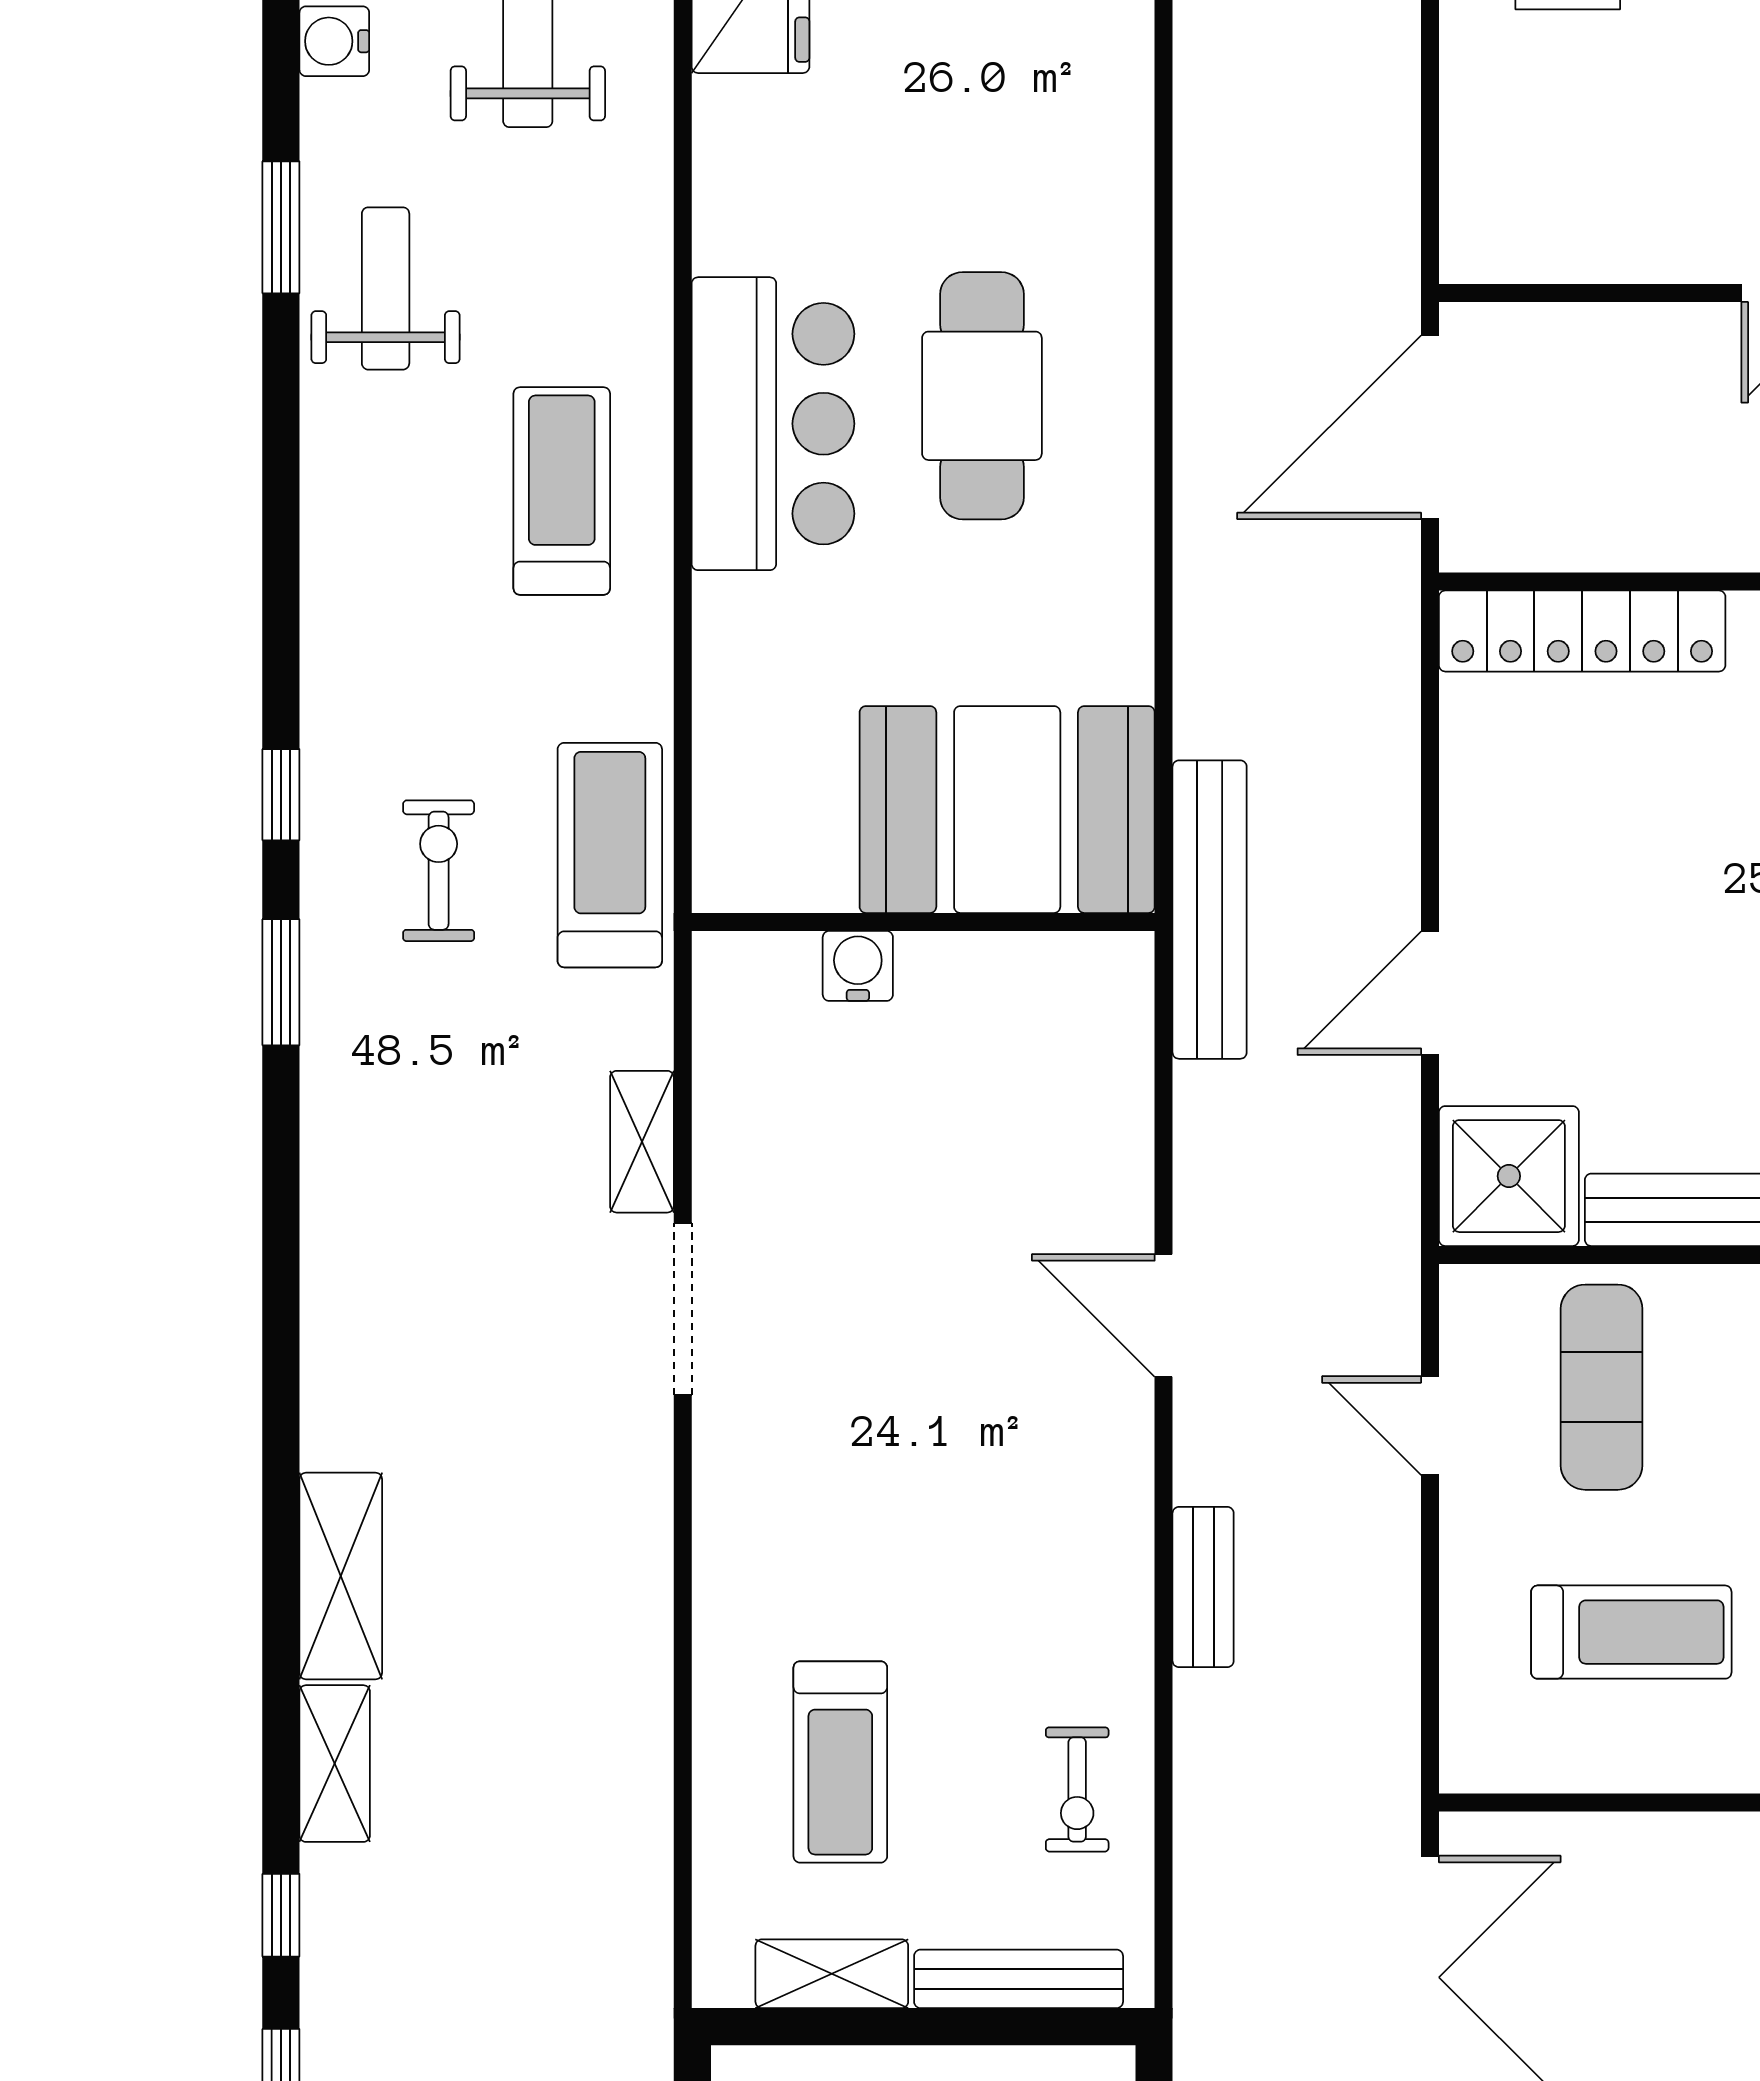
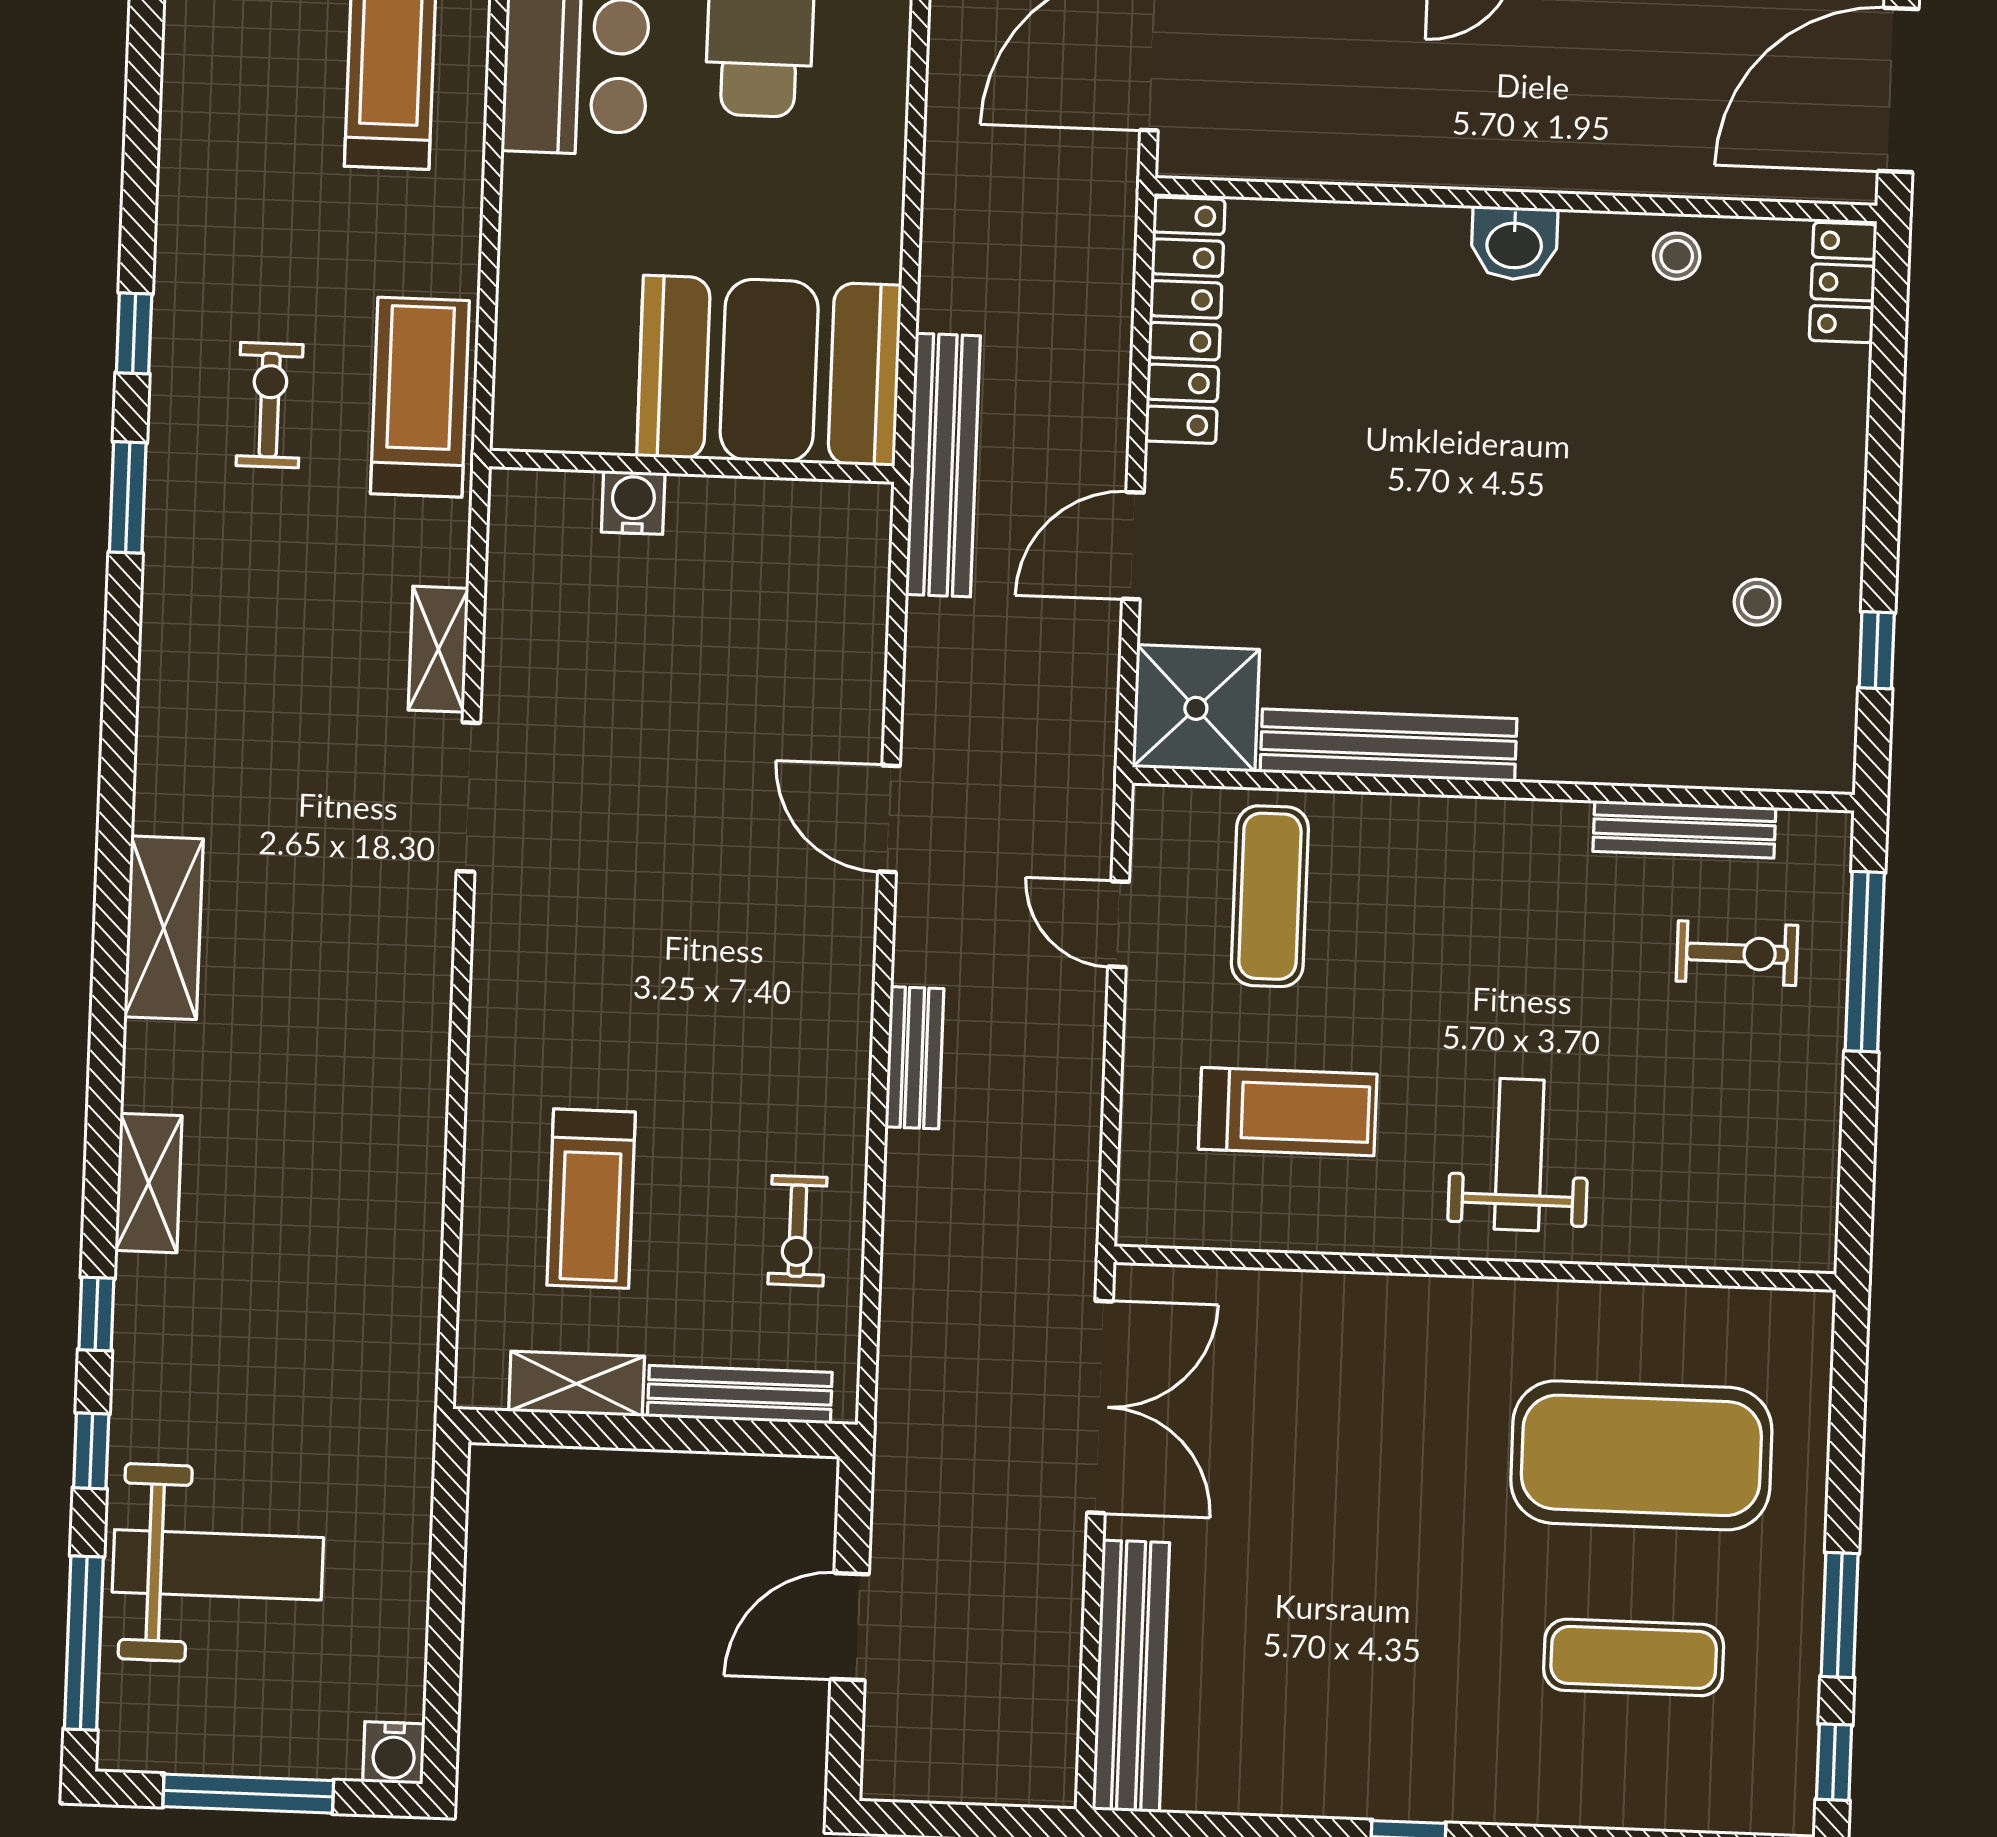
locker: (1582, 631) -> (1185, 320), moved, turned -90
shelving: (341, 1576) -> (164, 928), moved

